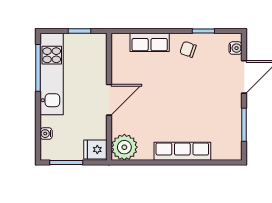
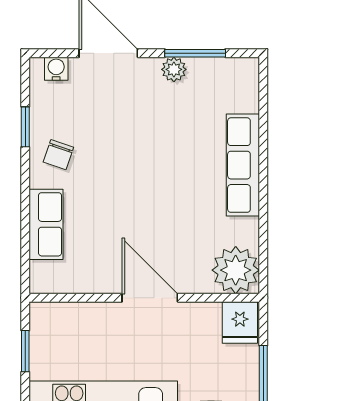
plant: (235, 113) -> (174, 69), added

